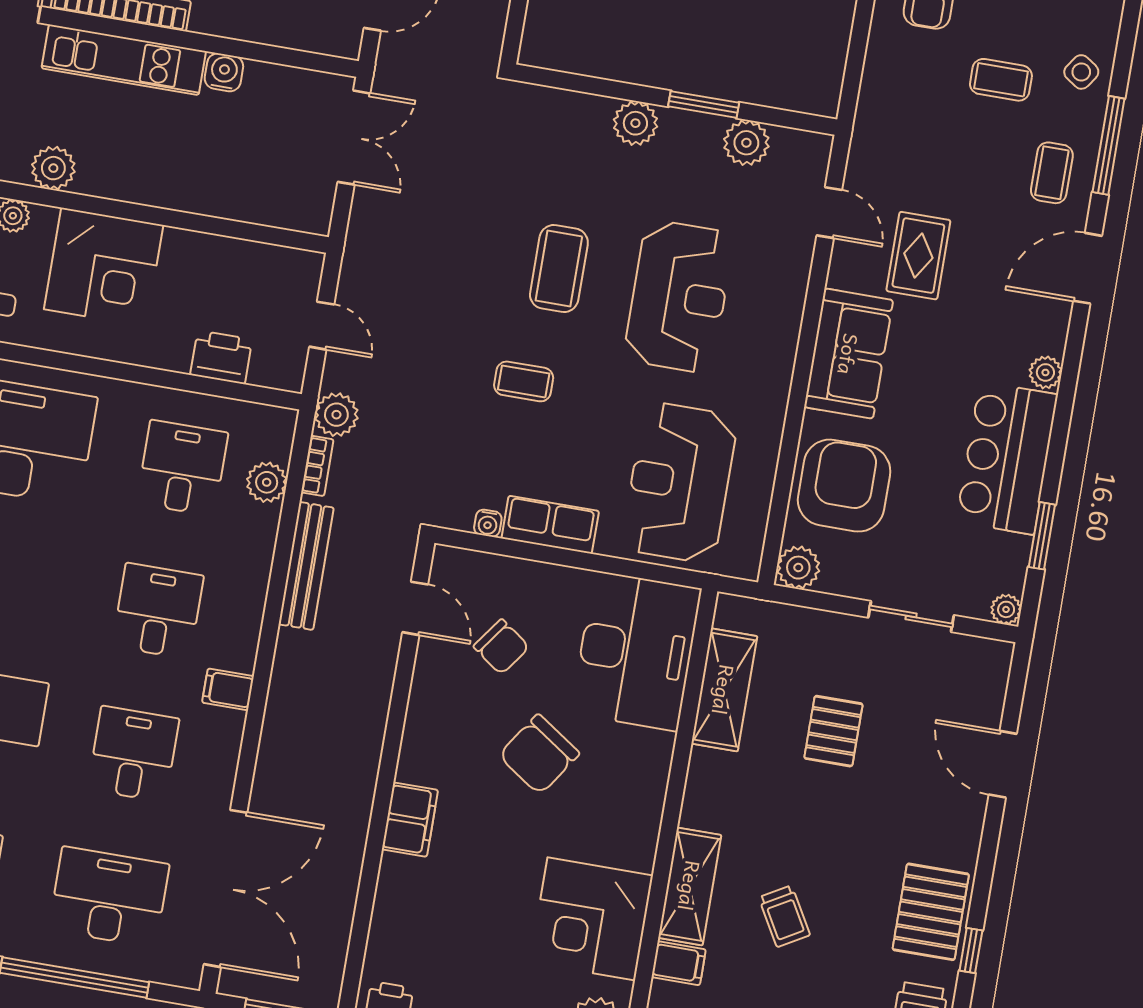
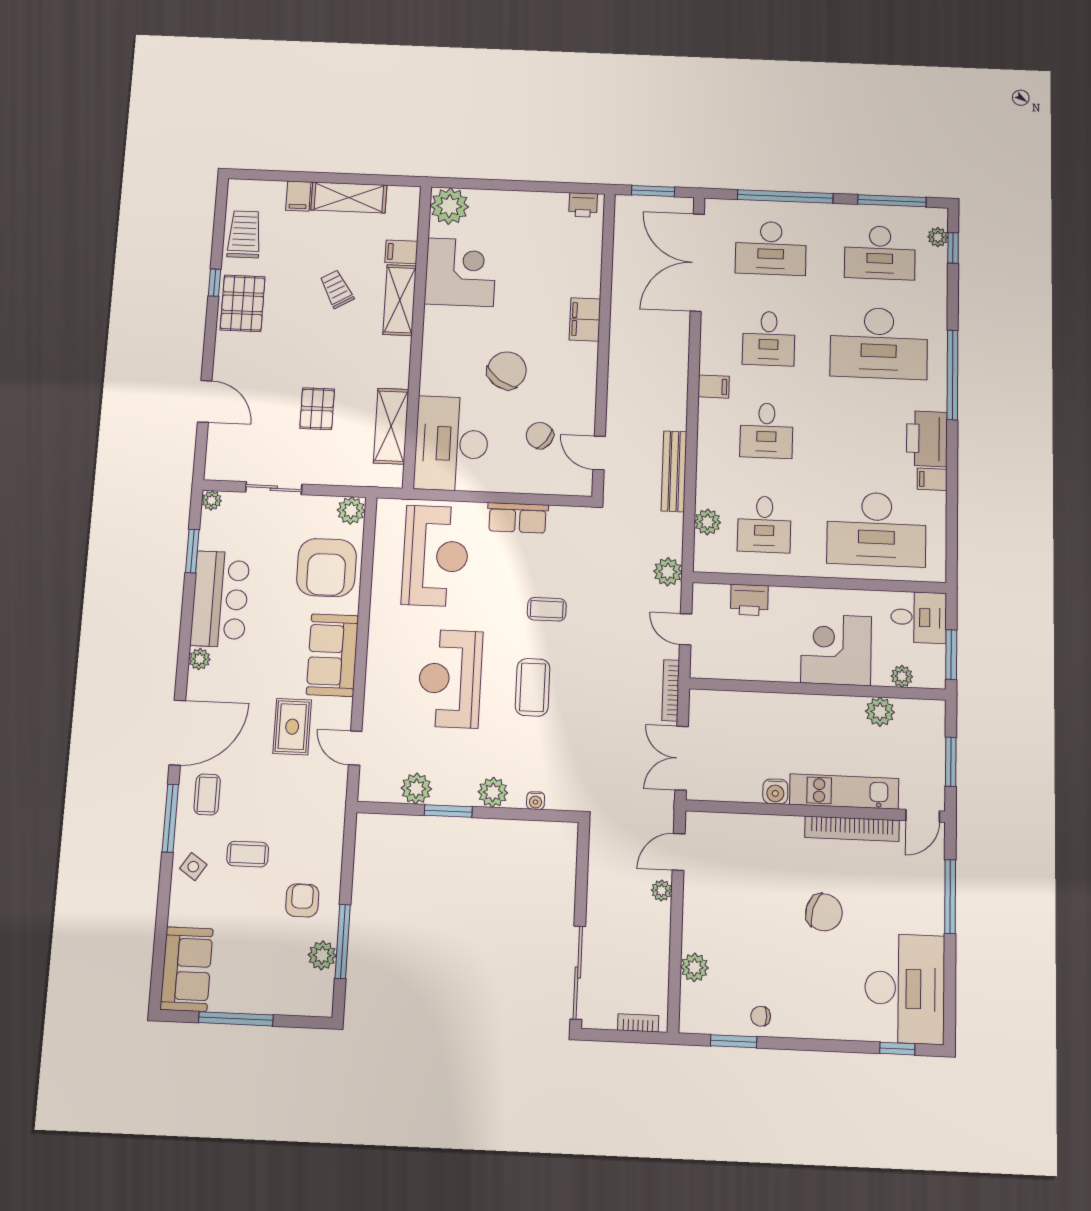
door: (1088, 268) -> (177, 733), width x1.36
bookcase: (317, 466) -> (671, 690), moved, width x1.56
water cooler: (488, 523) -> (536, 801), moved, turned 180

